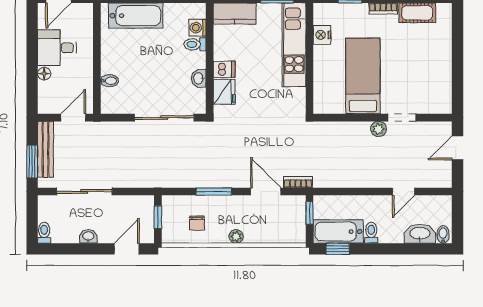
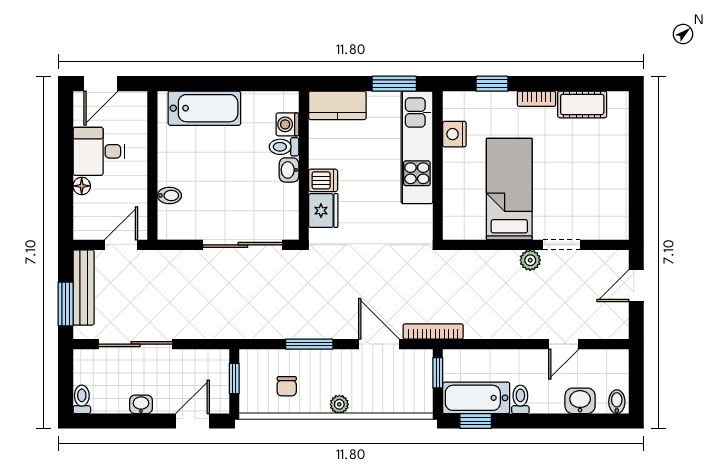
washbasin: (199, 78) -> (289, 170), moved
bookcase: (298, 182) -> (433, 331), width x1.56
washbasin: (420, 234) -> (580, 401), width x0.72

